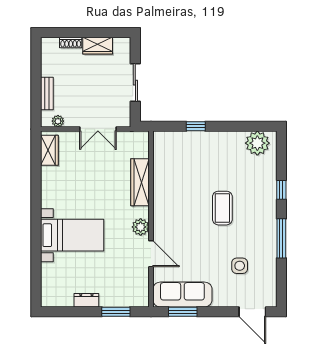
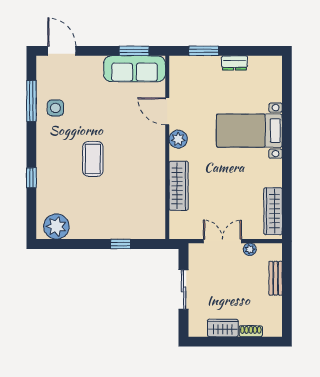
plant: (58, 121) -> (250, 249), moved
wardrobe: (49, 150) -> (273, 211), width x1.50
window: (281, 238) -> (31, 101), moved
side table: (240, 266) -> (55, 108), moved

